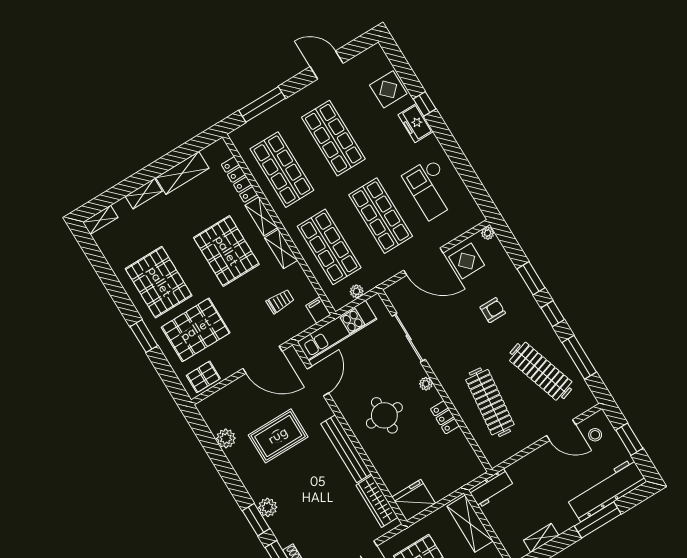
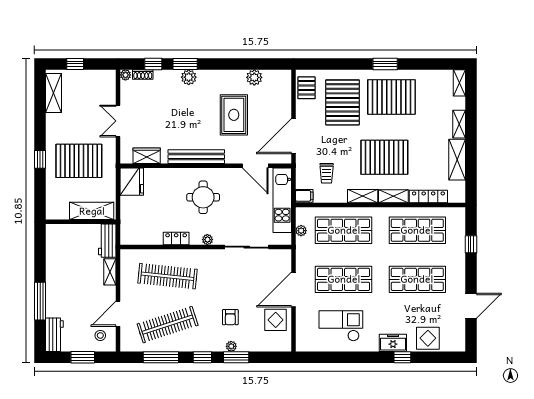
window: (262, 104) -> (471, 244), width x0.46
plant: (488, 233) -> (231, 346), moved
window: (144, 336) -> (385, 64), moved
workbench: (607, 490) -> (54, 335), width x0.53, depth x0.76
wardrobe: (377, 501) -> (147, 156), width x0.67
shelving: (541, 538) -> (110, 272), moved

